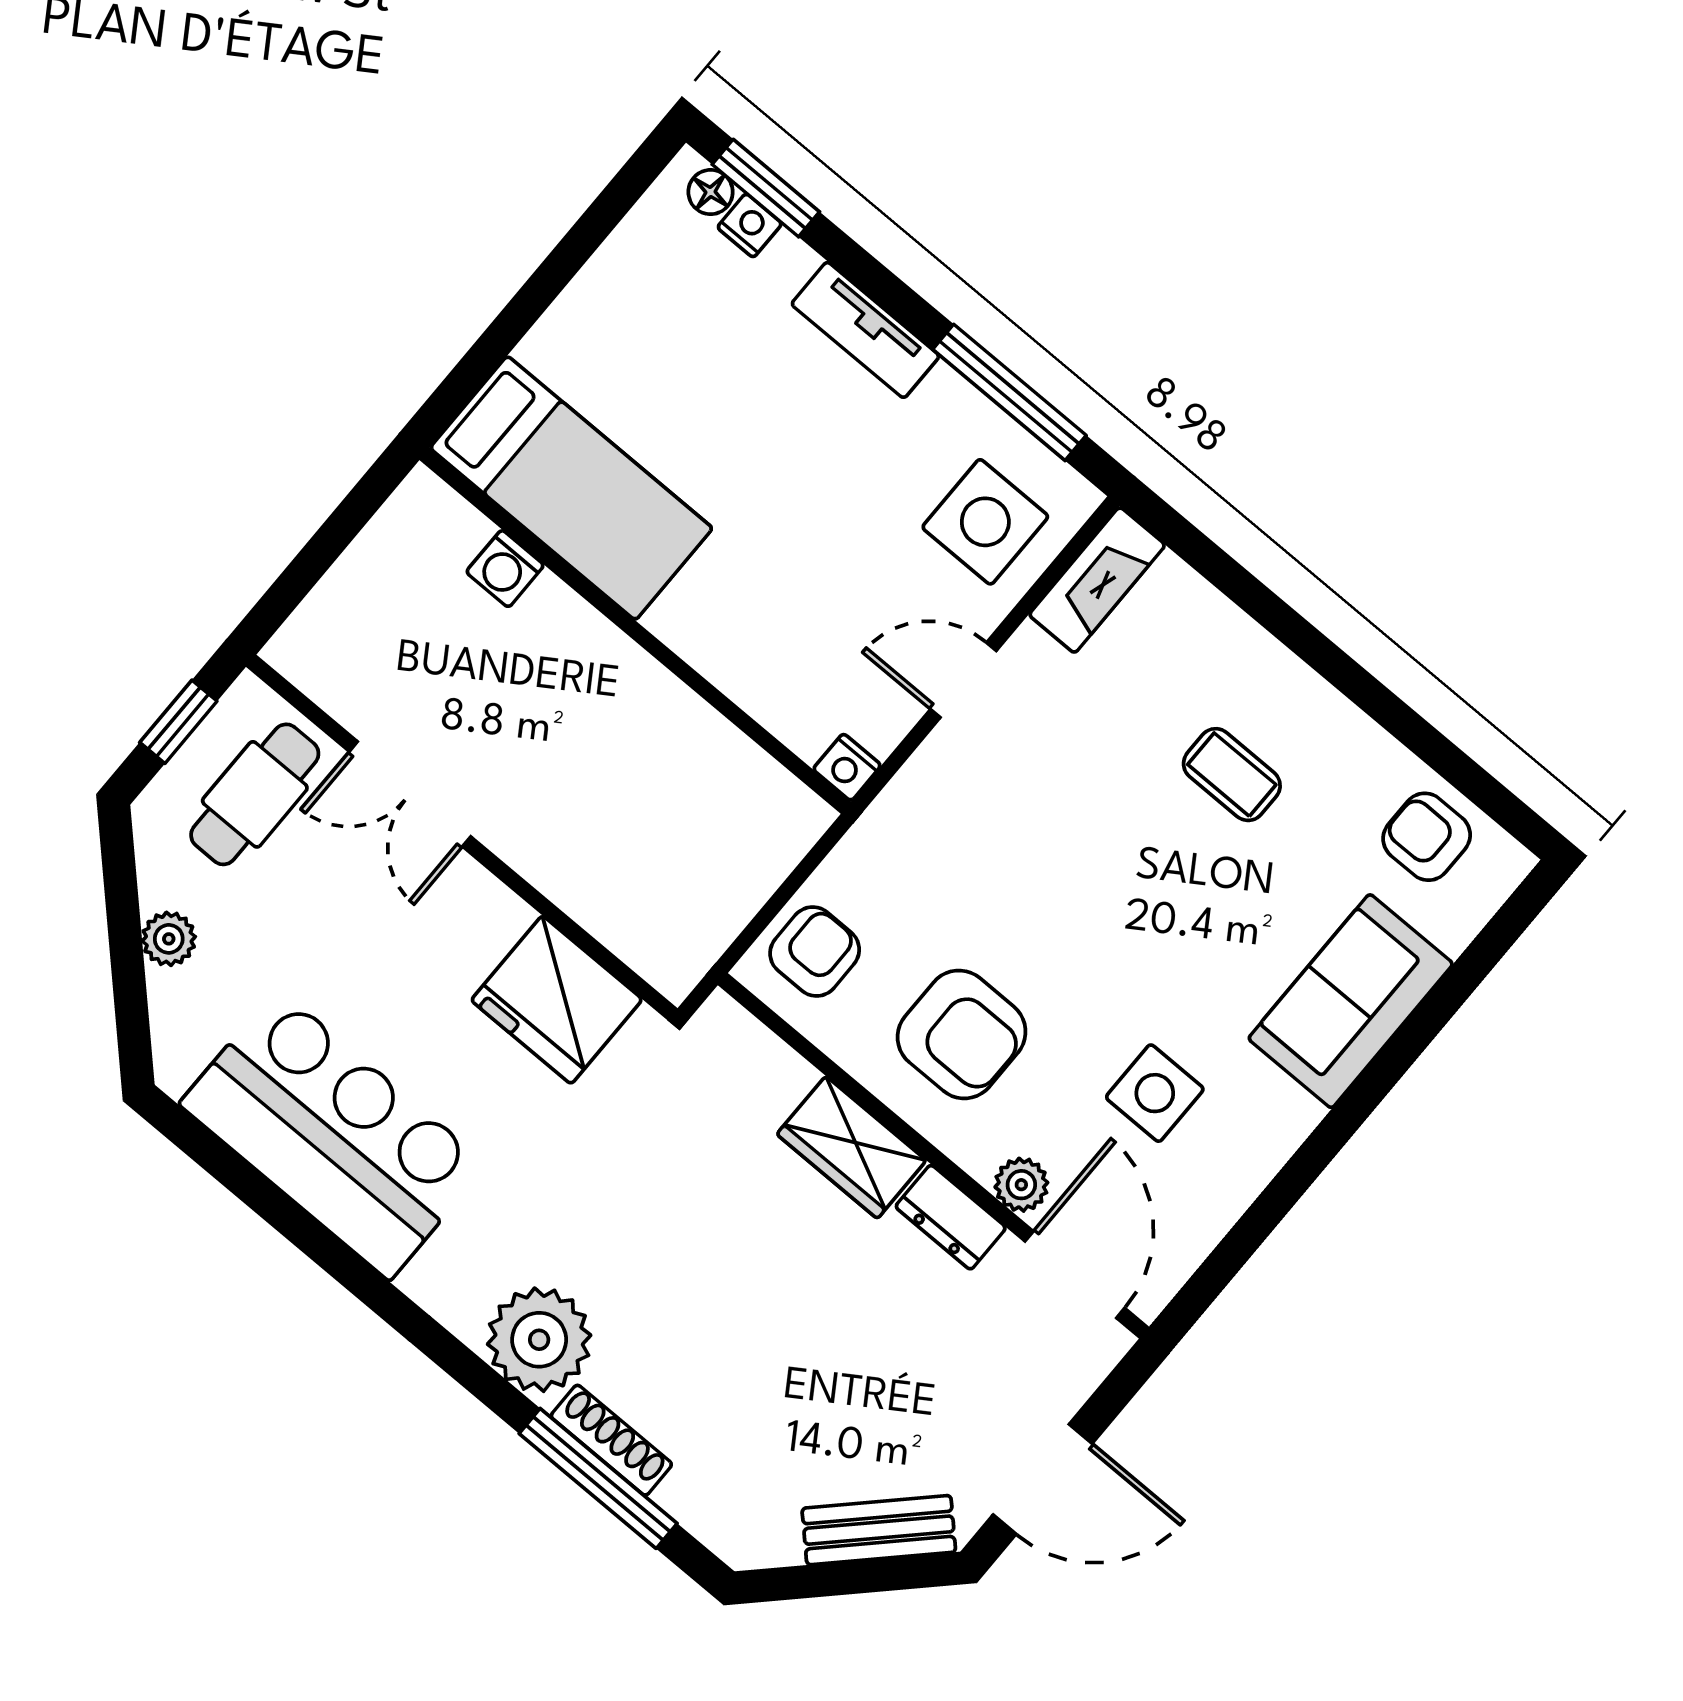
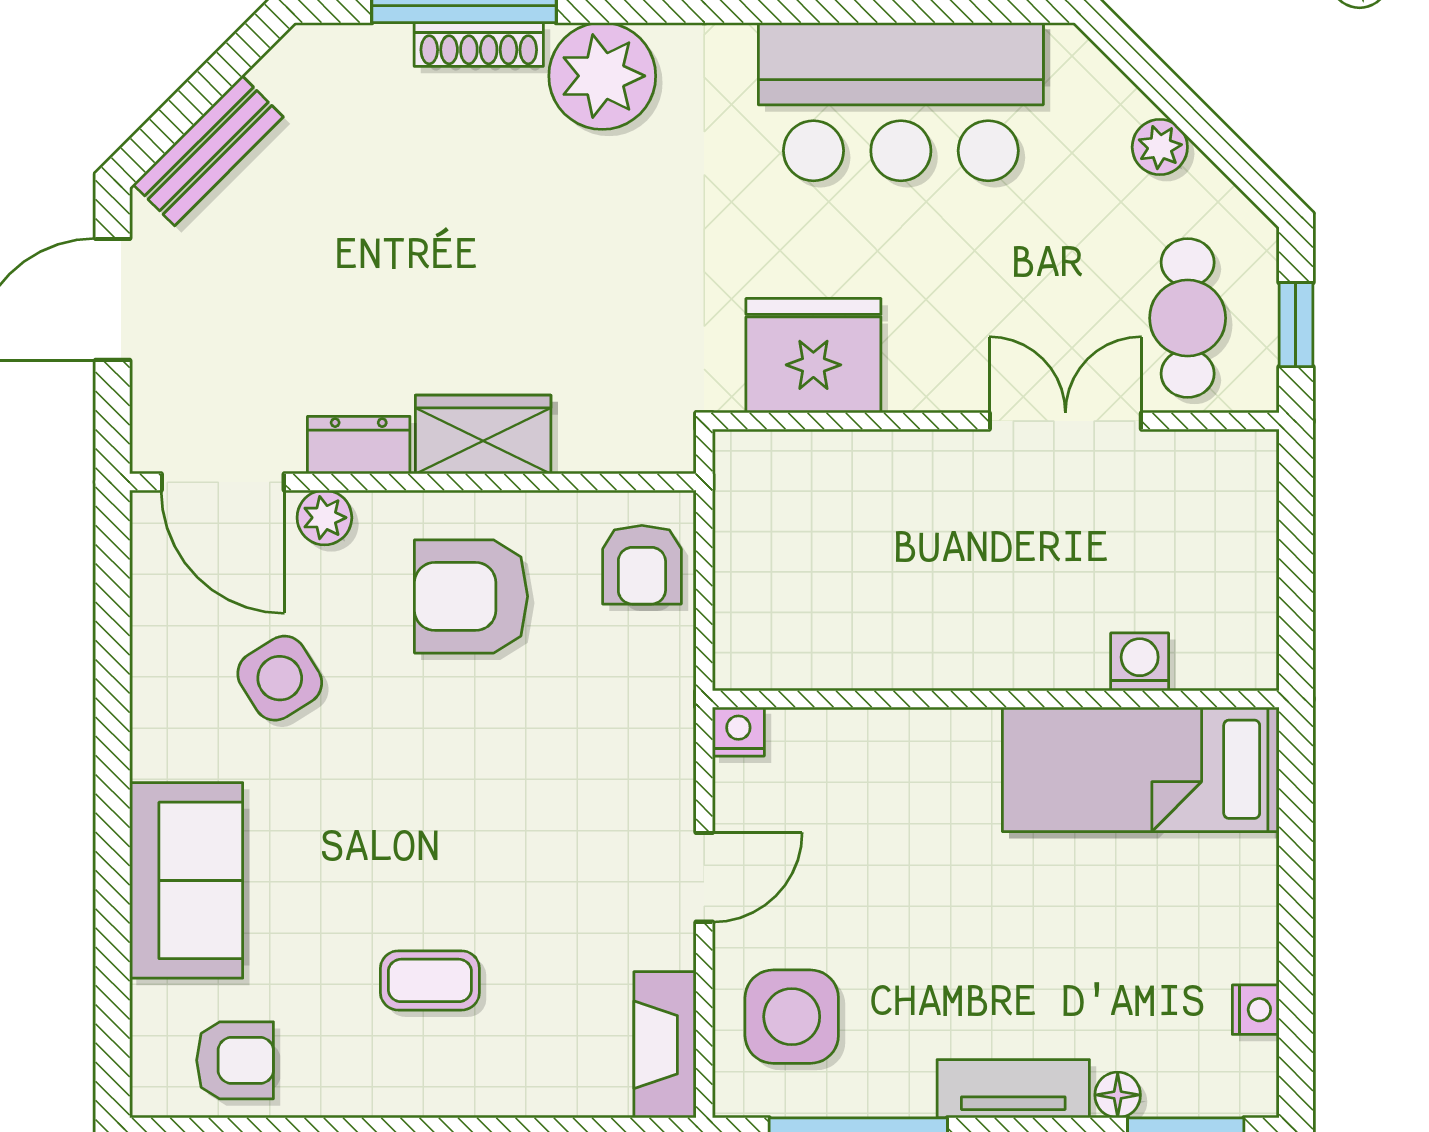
floor lamp: (711, 192) -> (1118, 1095), moved
nightstand: (750, 225) -> (1256, 1010), moved, turned -90
side table: (1155, 1093) -> (280, 678), turned -32

